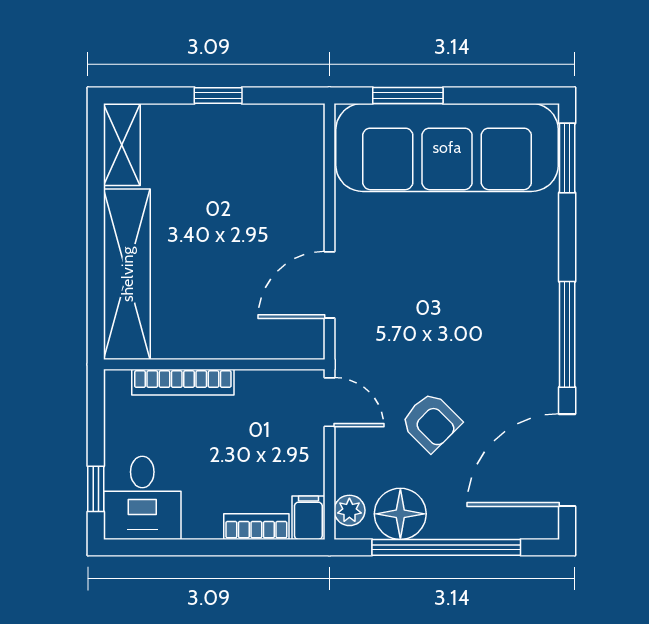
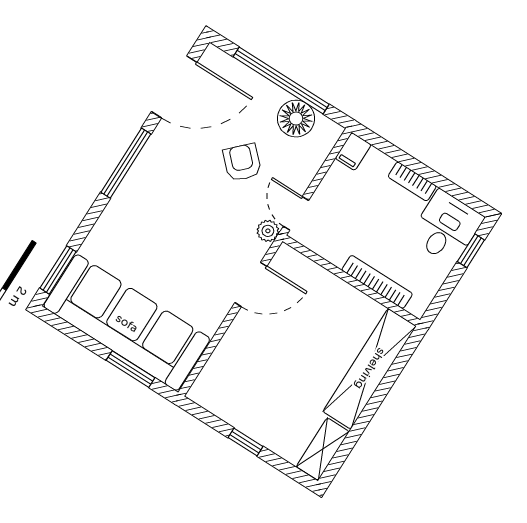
plant: (349, 510) -> (268, 231), moved
bookcase: (256, 527) -> (412, 181), moved

